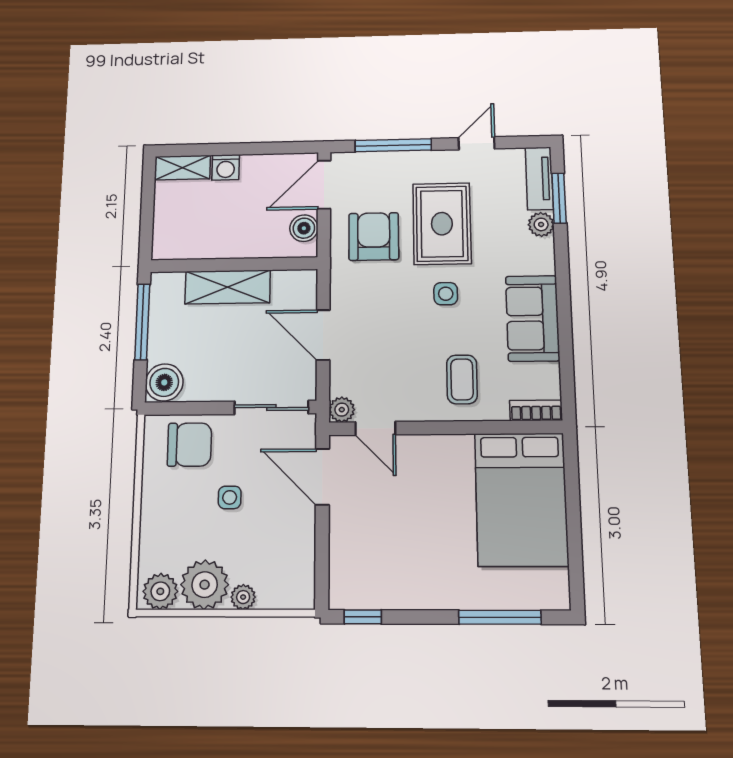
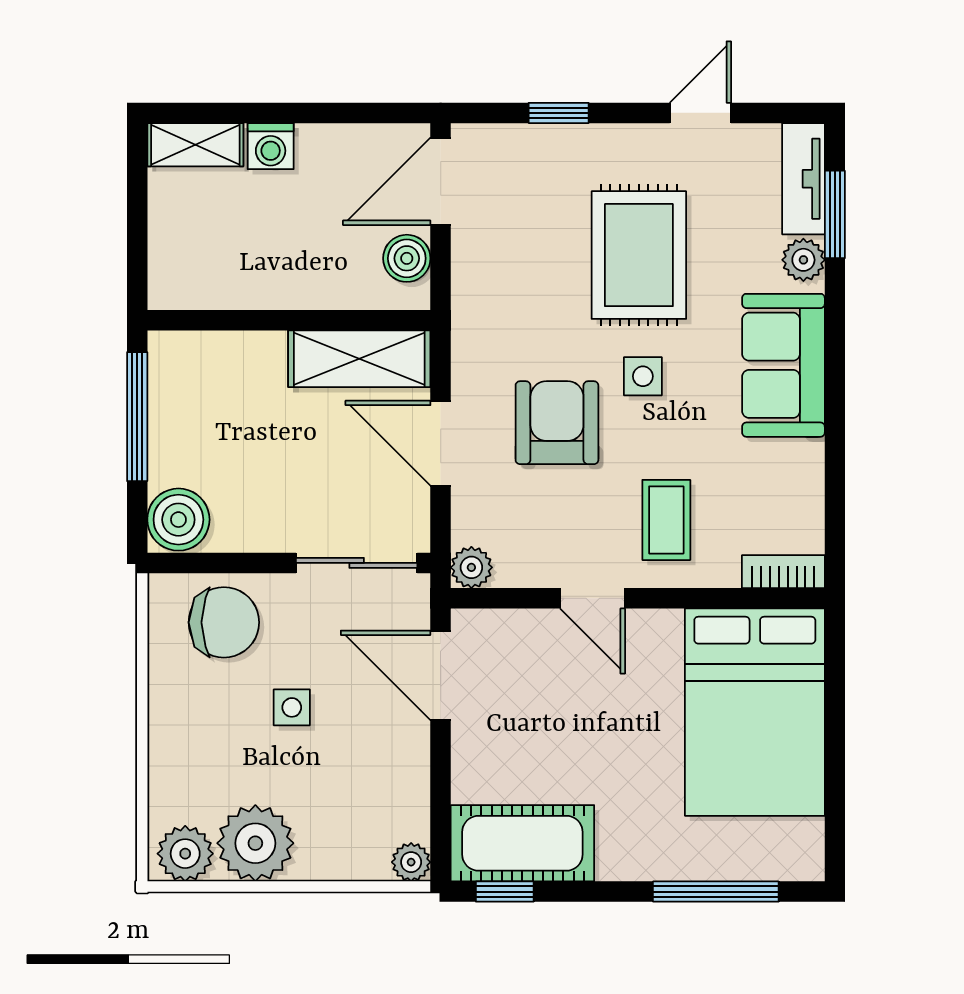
window: (393, 145) -> (559, 113), width x0.46
armchair: (374, 236) -> (557, 423), moved
shelving: (228, 287) -> (359, 359), moved
sofa: (533, 318) -> (783, 365), moved
door: (375, 428) -> (592, 598), moved
cot: (374, 585) -> (522, 843), added
plant: (243, 597) -> (411, 862), moved

